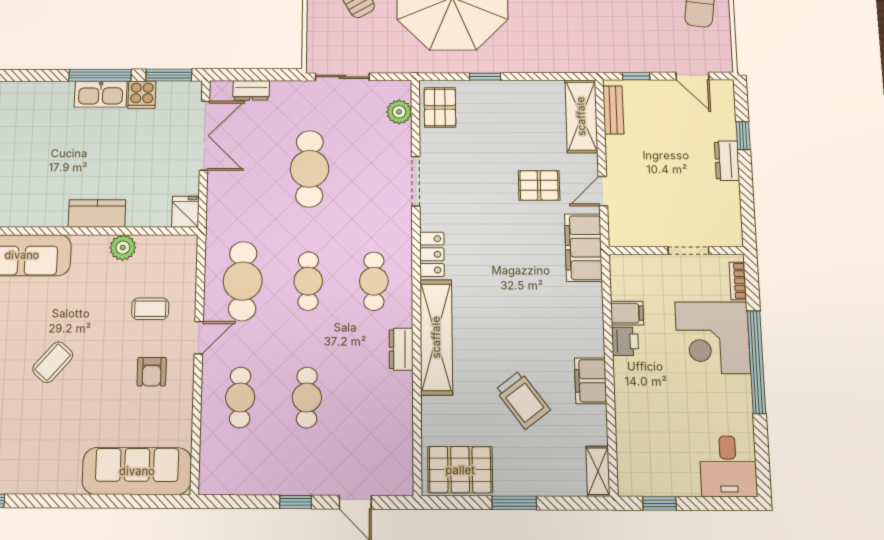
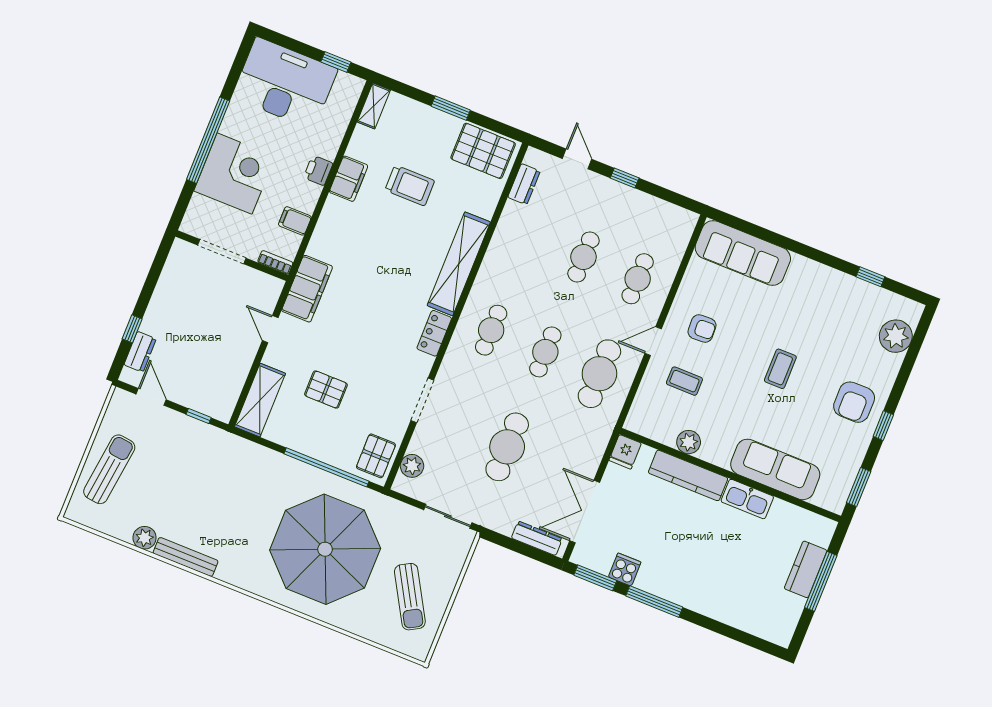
window: (485, 77) -> (327, 467), width x3.17
dresser: (251, 90) -> (537, 538), width x1.44
kitchen sink: (101, 94) -> (747, 499), moved, turned 180
bench: (613, 110) -> (231, 395), removed
dresser: (727, 161) -> (140, 352), moved
pallet: (539, 185) -> (326, 390), moved
door: (603, 191) -> (270, 329), swing flipped
kitchen counter: (97, 213) -> (688, 475), width x1.50
doorway: (688, 250) -> (222, 252), width x1.38
bookcase: (738, 281) -> (275, 262), moved, turned -90
printer: (625, 341) -> (318, 170), moved
dresser: (401, 349) -> (524, 184), moved
coffee table: (53, 362) -> (780, 369), turned -41
armchair: (152, 372) -> (702, 328), turned 88
trolley: (523, 400) -> (410, 185), turned 127
desk: (728, 466) -> (285, 83), width x1.87, depth x1.30

